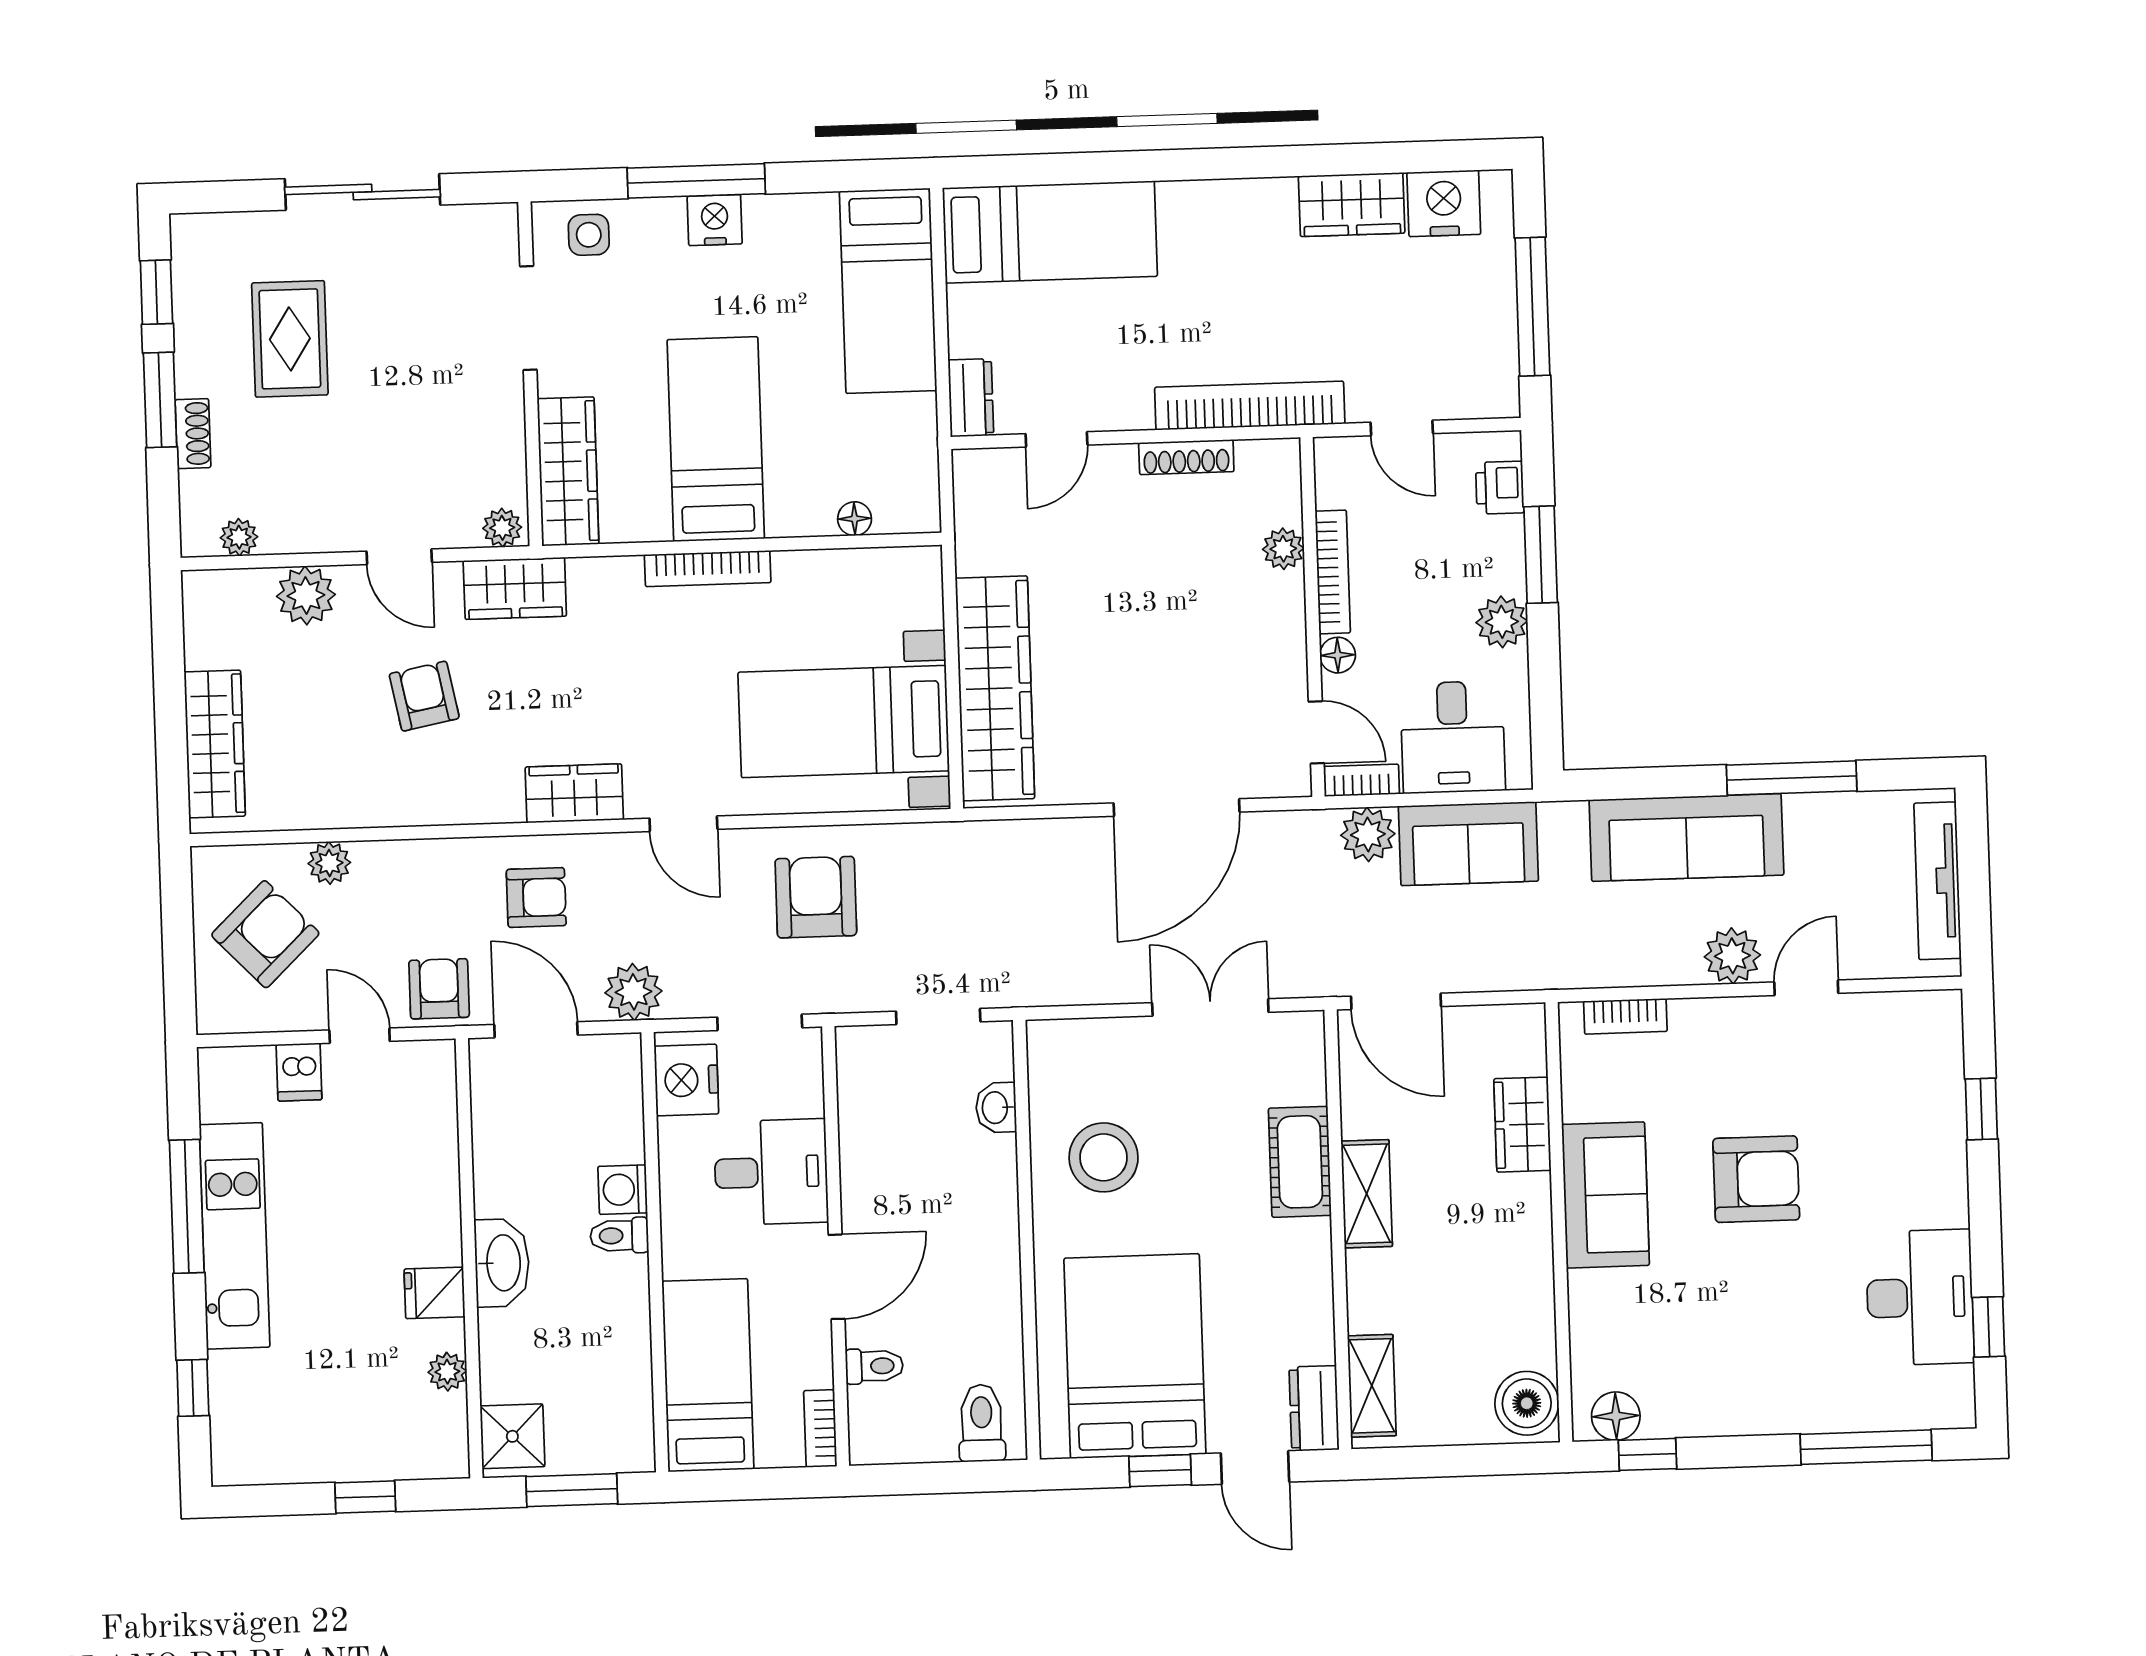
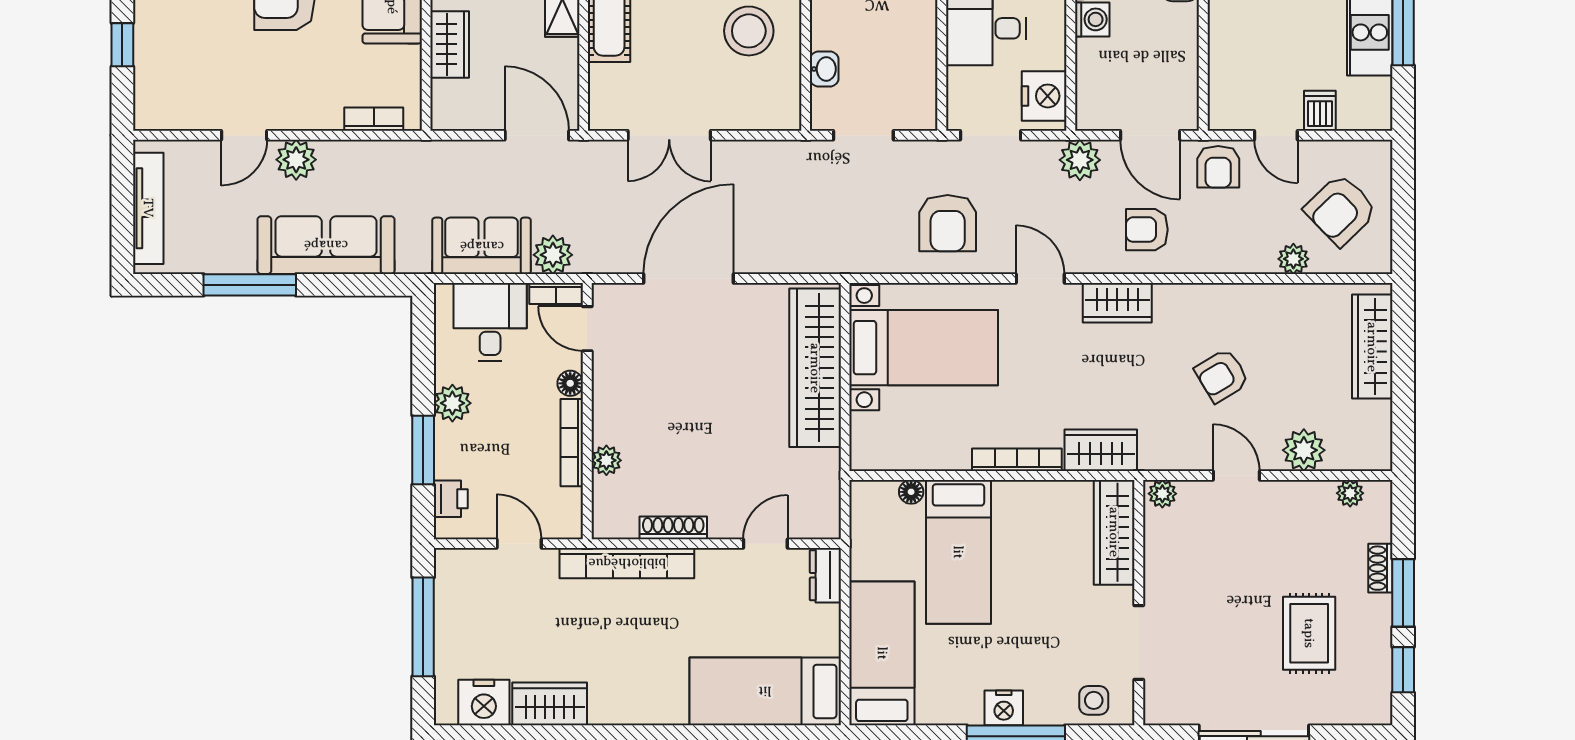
bed: (716, 439) -> (958, 552), moved
wardrobe: (515, 588) -> (1101, 450), moved
armchair: (424, 696) -> (1222, 376), turned 70

